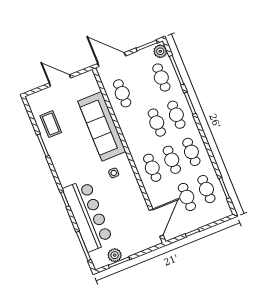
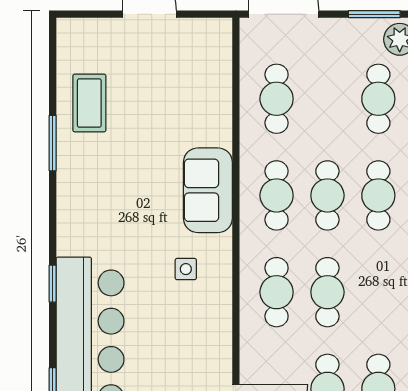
sofa: (102, 126) -> (208, 190), width x0.54, depth x0.79
cafe table: (191, 152) -> (277, 195), moved

